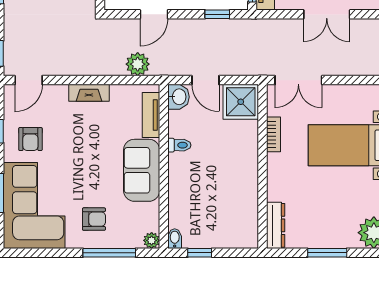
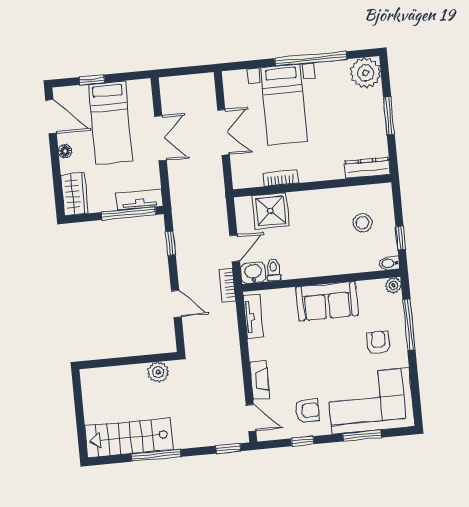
plant: (138, 64) -> (226, 315), removed
bookcase: (168, 69) -> (228, 285), added
double door: (298, 80) -> (223, 132), moved
fireplace: (89, 93) -> (260, 380), moved
shower: (241, 102) -> (270, 211), moved
tv unit: (151, 115) -> (254, 316), moved, turned -90
toilet: (179, 145) -> (273, 270), moved
stool: (219, 215) -> (363, 223), added

